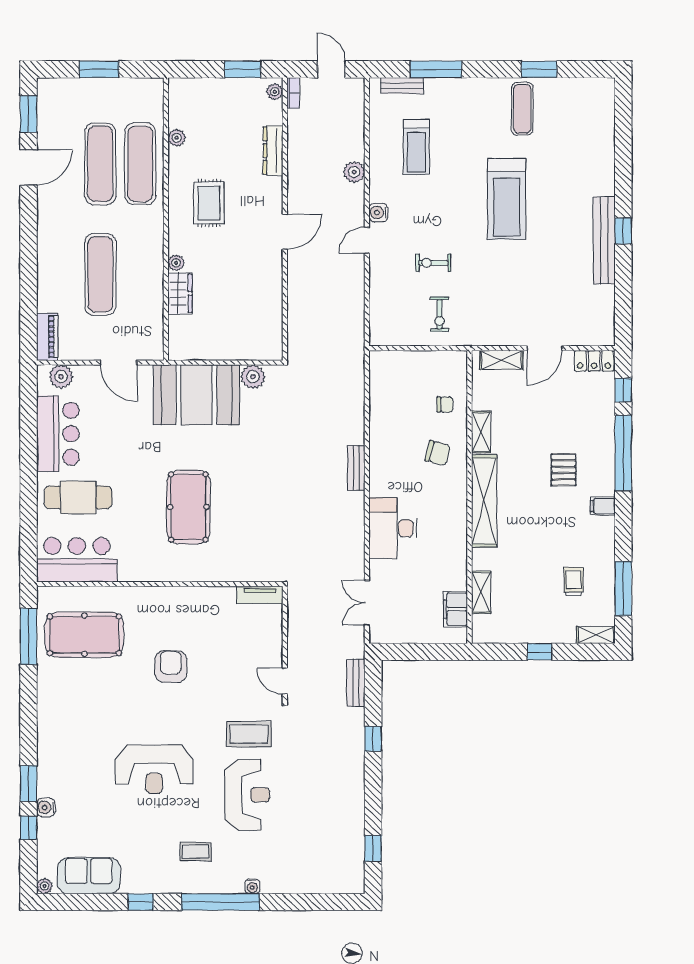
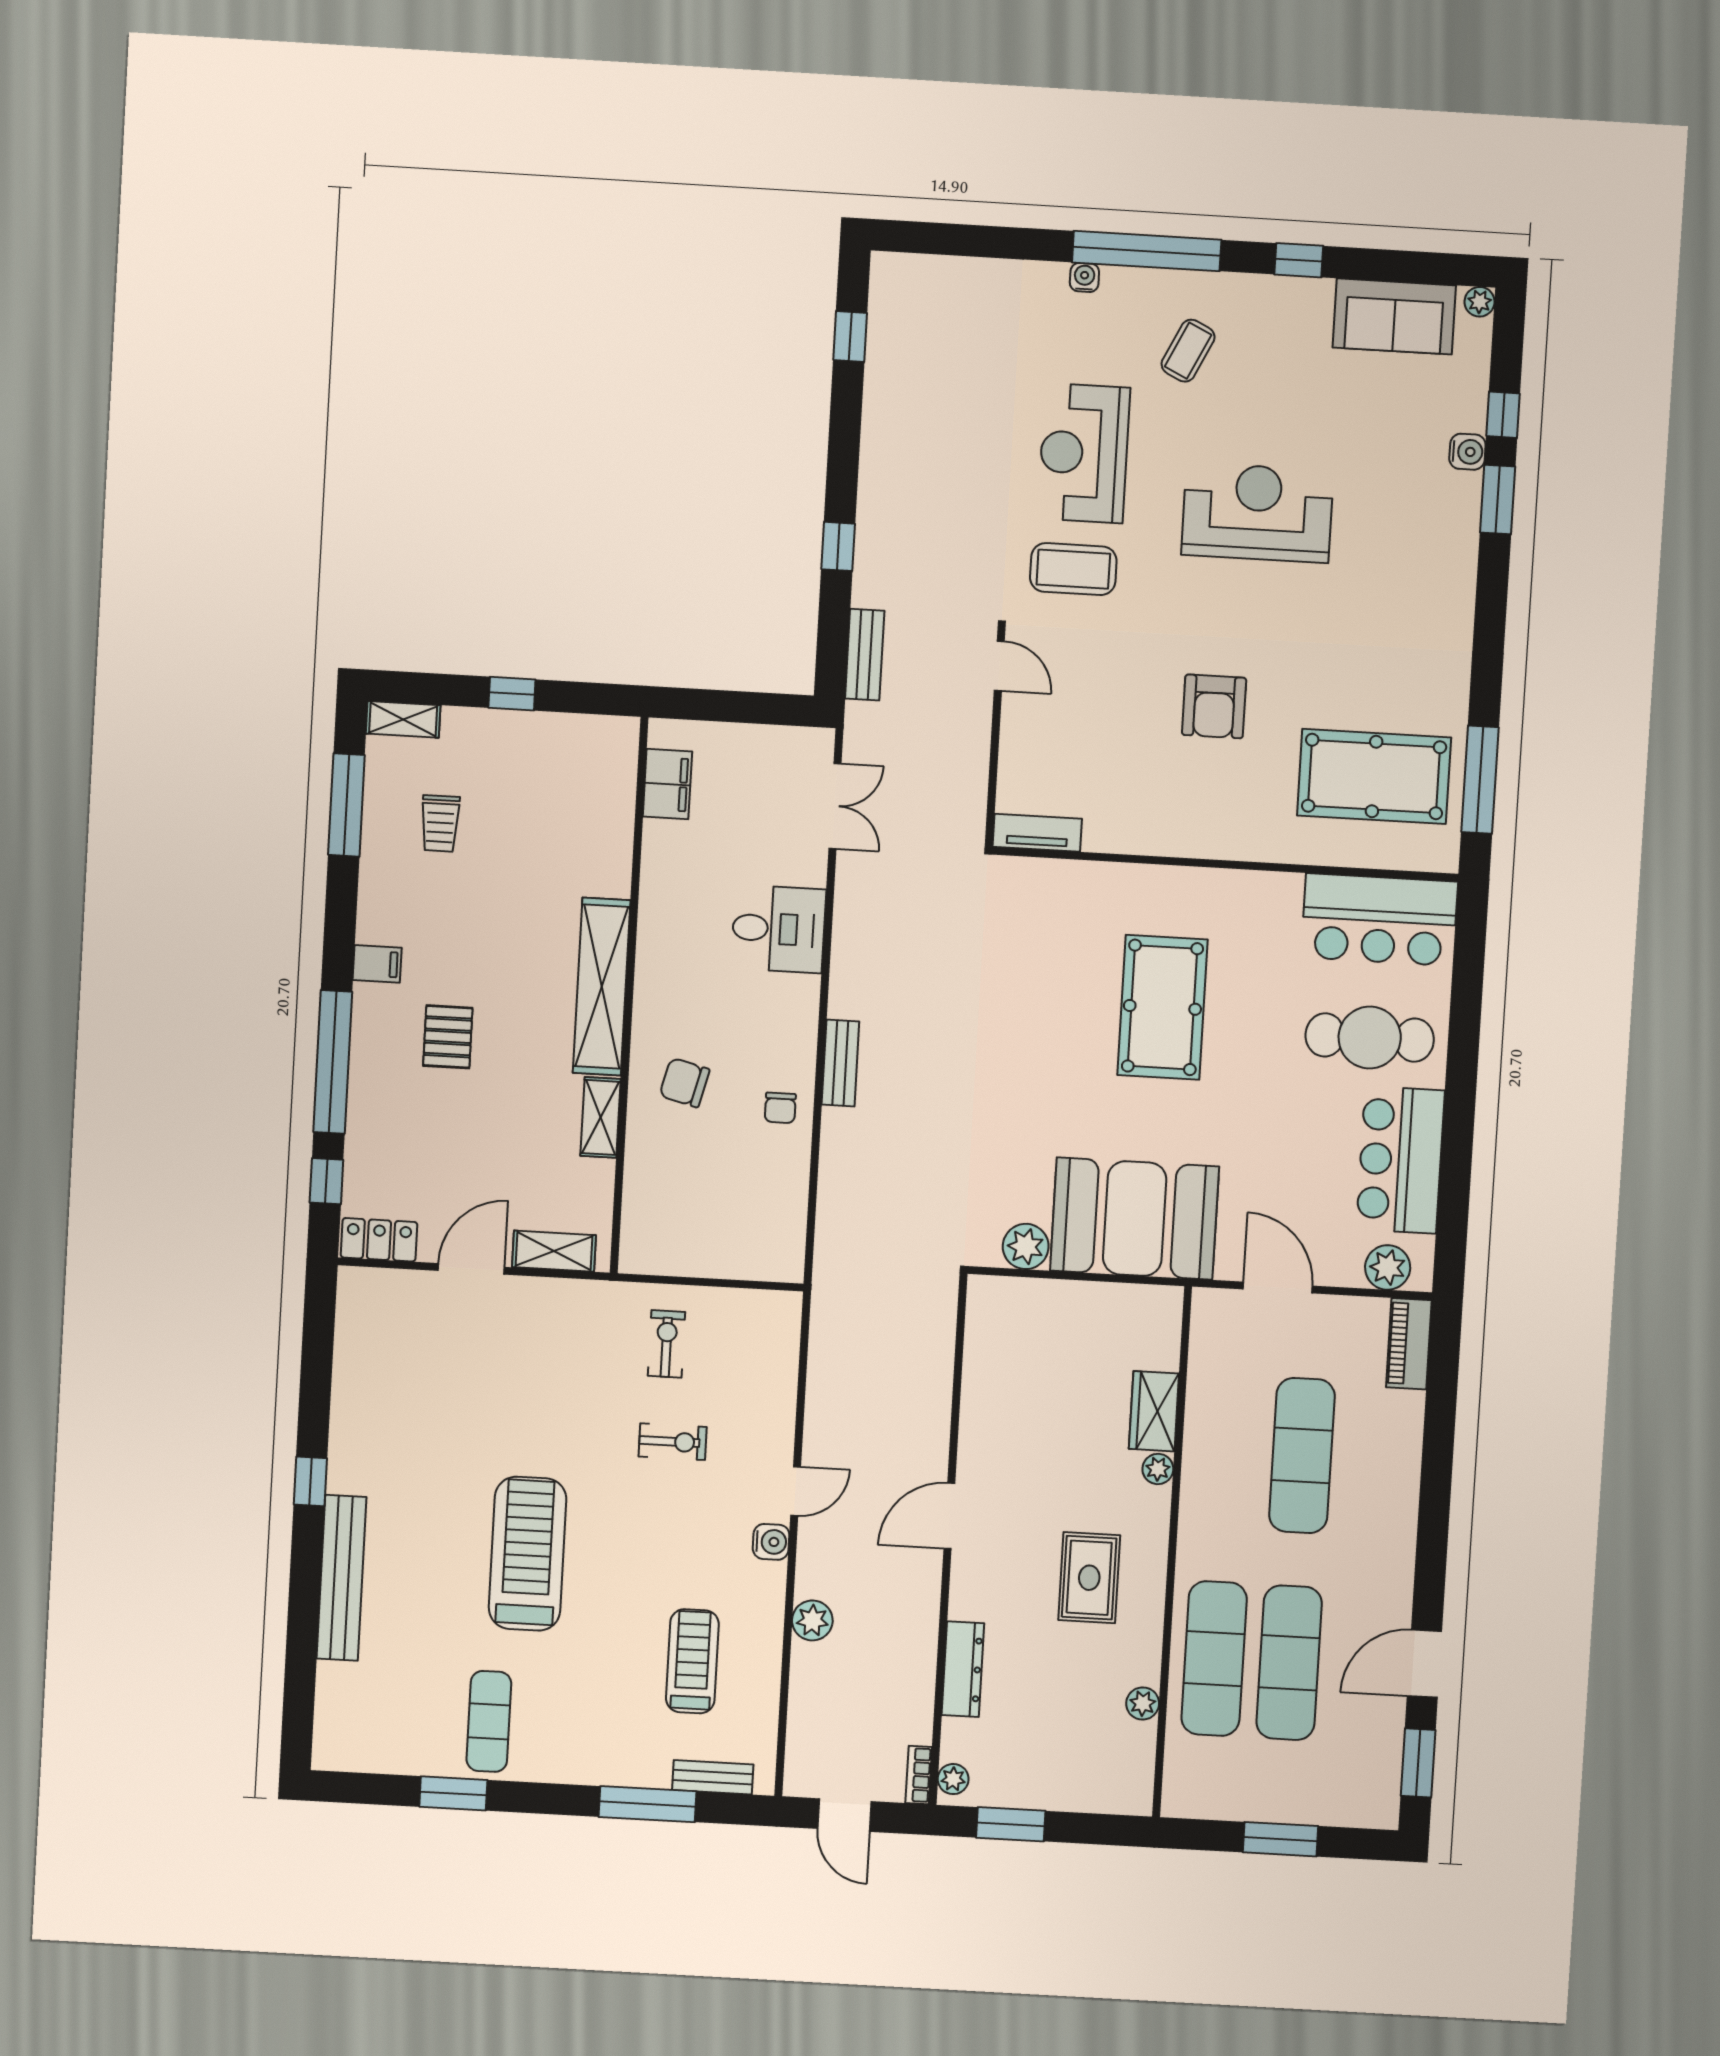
bench: (604, 240) -> (341, 1578), moved
chair: (445, 404) -> (780, 1108), moved, turned -90
desk: (393, 528) -> (778, 929), width x0.73
shelving: (481, 592) -> (617, 813), removed
coffee table: (196, 852) -> (1188, 351), turned -64

